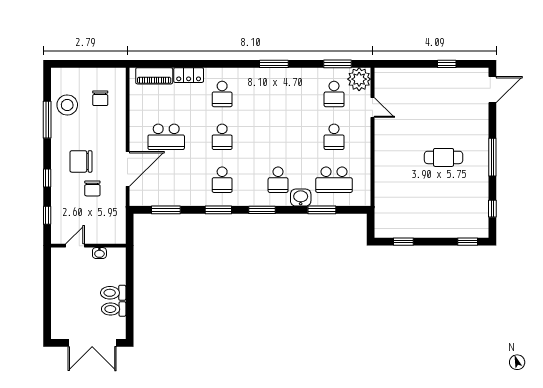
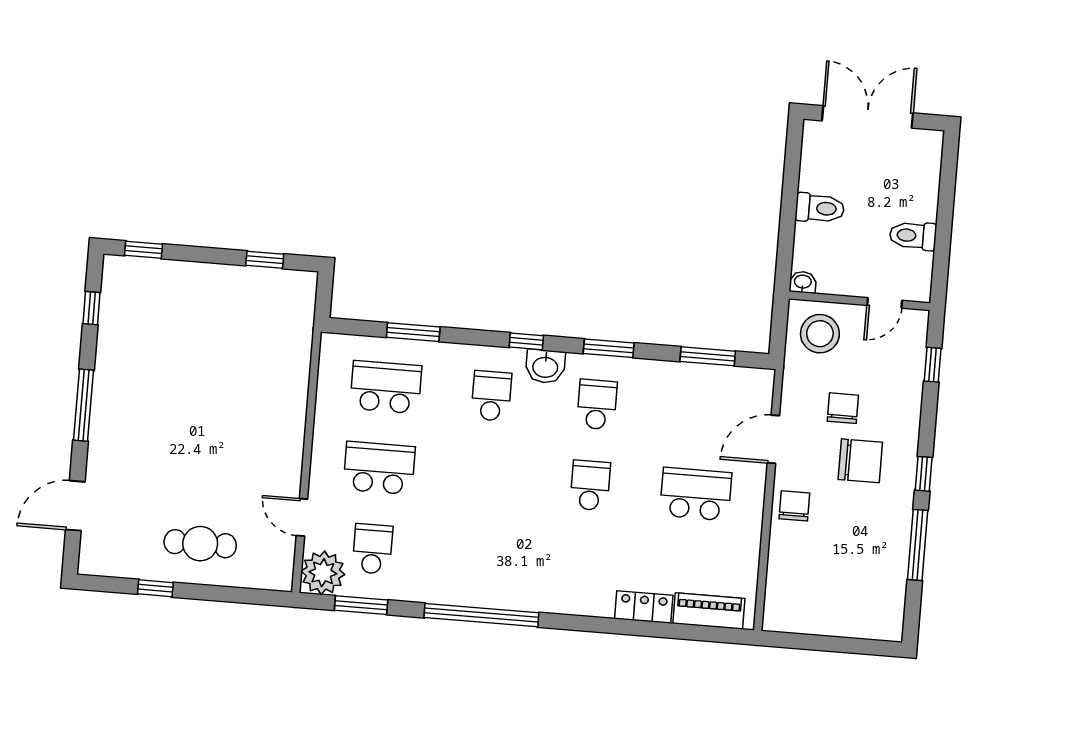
window: (274, 64) -> (481, 615), width x2.11
door: (492, 90) -> (75, 506), moved
school desk: (222, 94) -> (584, 566), removed
chair: (100, 98) -> (794, 506), moved
stool: (67, 105) -> (820, 334), moved
school desk: (334, 137) -> (379, 468), width x1.85
cafe table: (444, 157) -> (200, 544), moved
door: (128, 169) -> (773, 439), width x0.73
window: (47, 178) -> (924, 474), moved
washbasin: (301, 198) -> (545, 366), moved
window: (262, 210) -> (526, 341), width x0.67
washbasin: (99, 253) -> (803, 282), moved
toilet: (114, 309) -> (913, 236), moved, turned 180

